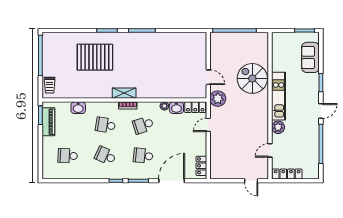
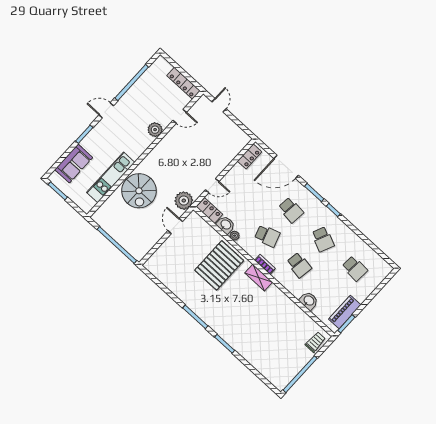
pallet: (95, 57) -> (219, 265), moved, turned 90
kitchen unit: (278, 96) -> (111, 177), moved

